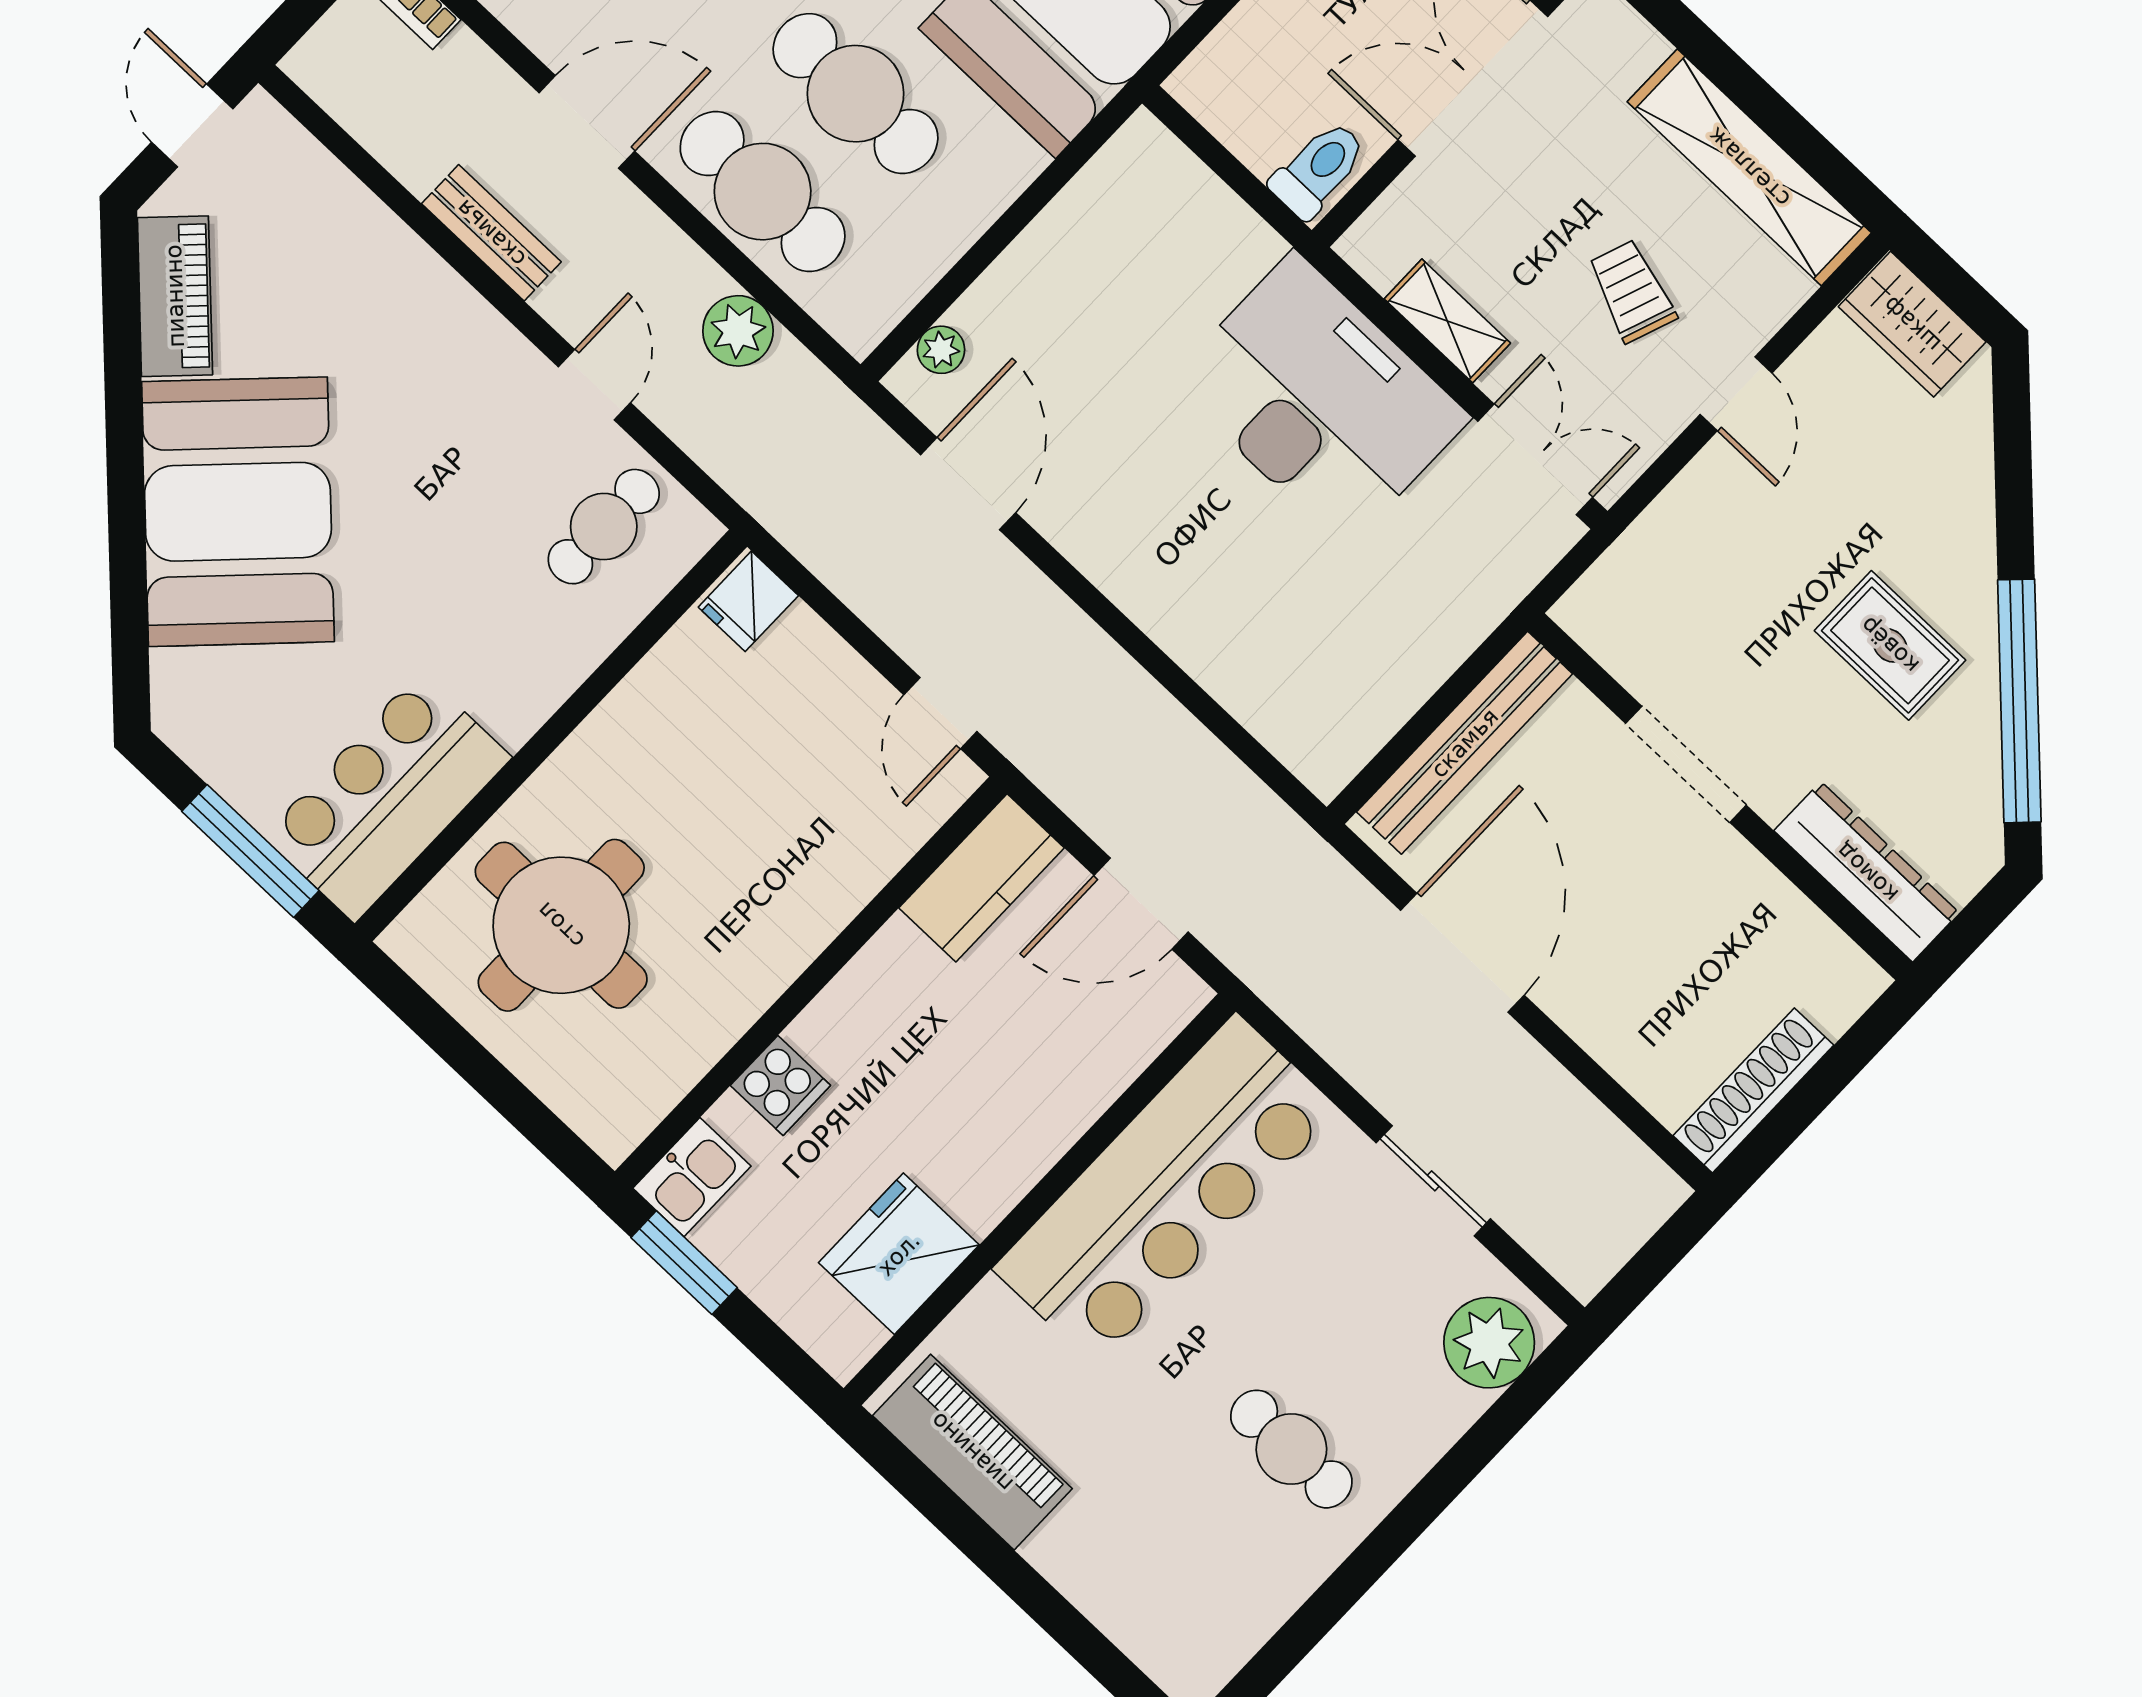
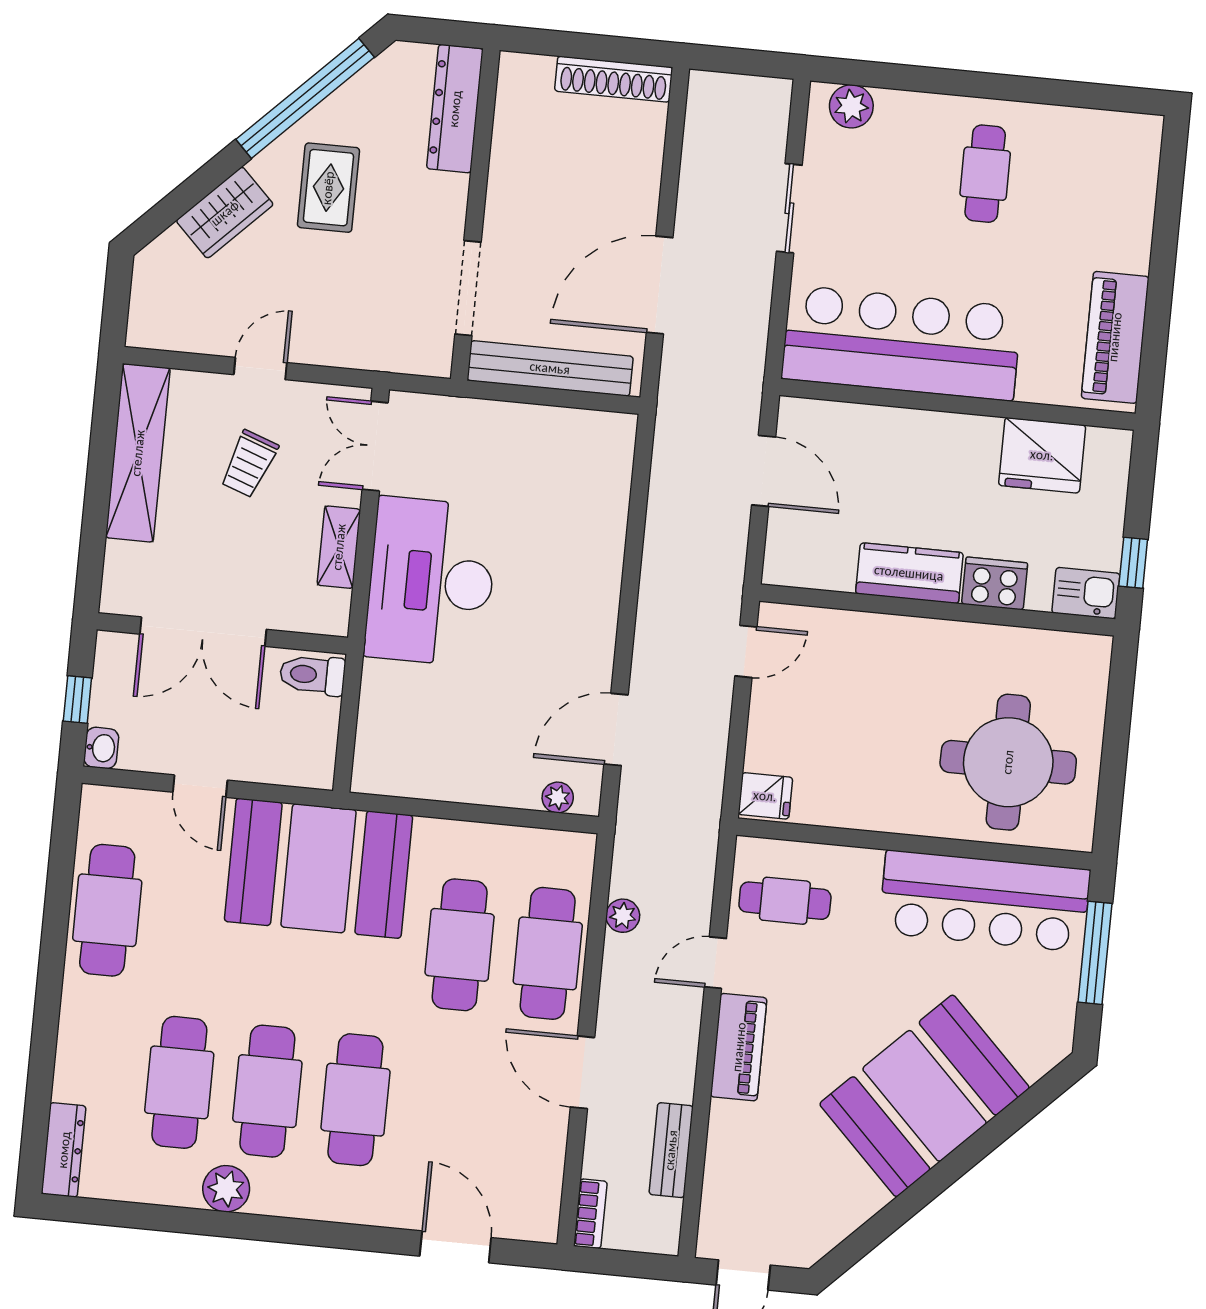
bench: (491, 233) -> (671, 1150), moved
piano: (175, 296) -> (739, 1047), moved, turned 135
wardrobe: (1912, 324) -> (225, 213), moved, turned 45
plant: (738, 331) -> (623, 916), width x0.73, depth x0.73
doorway: (1686, 764) -> (468, 288), moved
bar counter: (387, 797) -> (985, 901), width x1.36
kitchen counter: (982, 878) -> (909, 573), moved
cooker: (780, 1085) -> (995, 583), width x1.36
window: (684, 1263) -> (1133, 563), width x0.67
plant: (1489, 1343) -> (851, 106), width x0.73, depth x0.73

